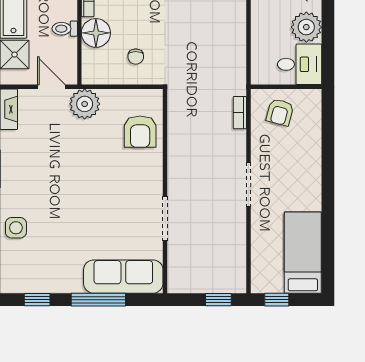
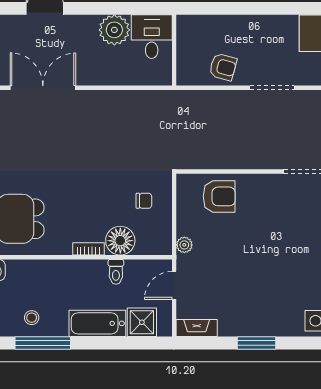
plant: (85, 104) -> (184, 245), width x0.53, depth x0.53
armchair: (280, 112) -> (223, 67), moved
bookcase: (240, 113) -> (200, 96), removed

